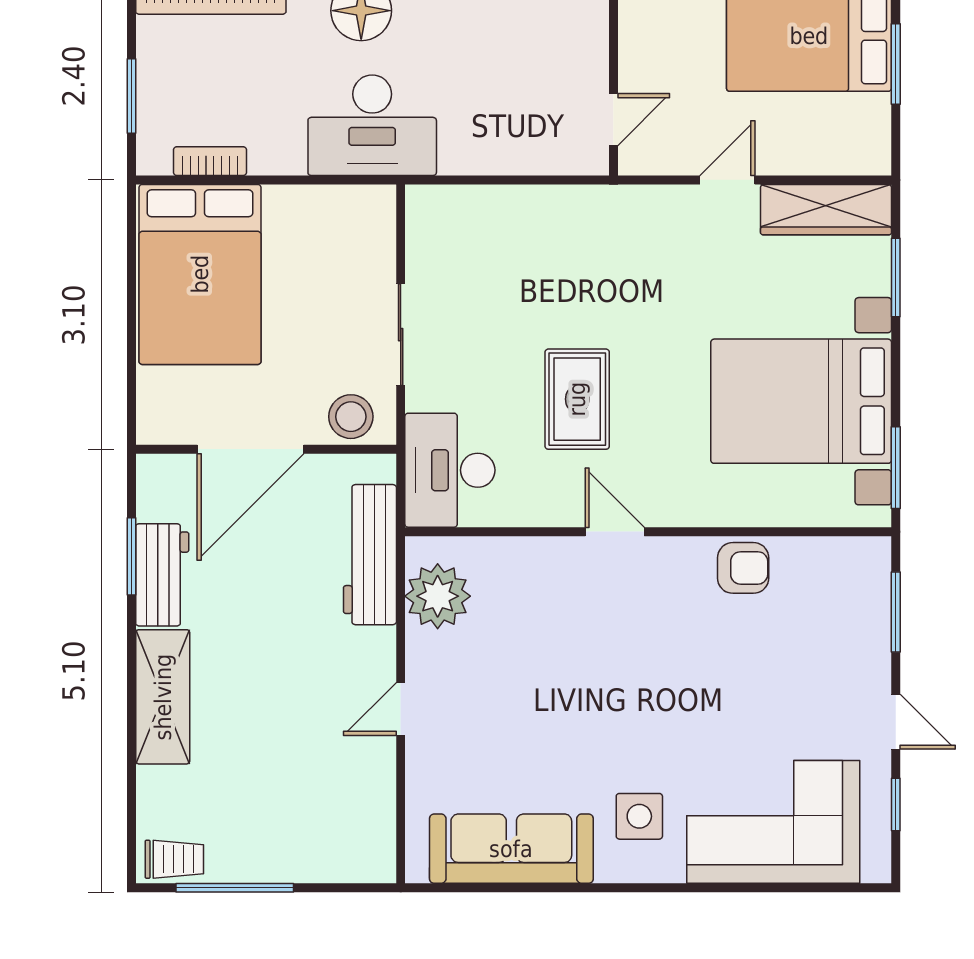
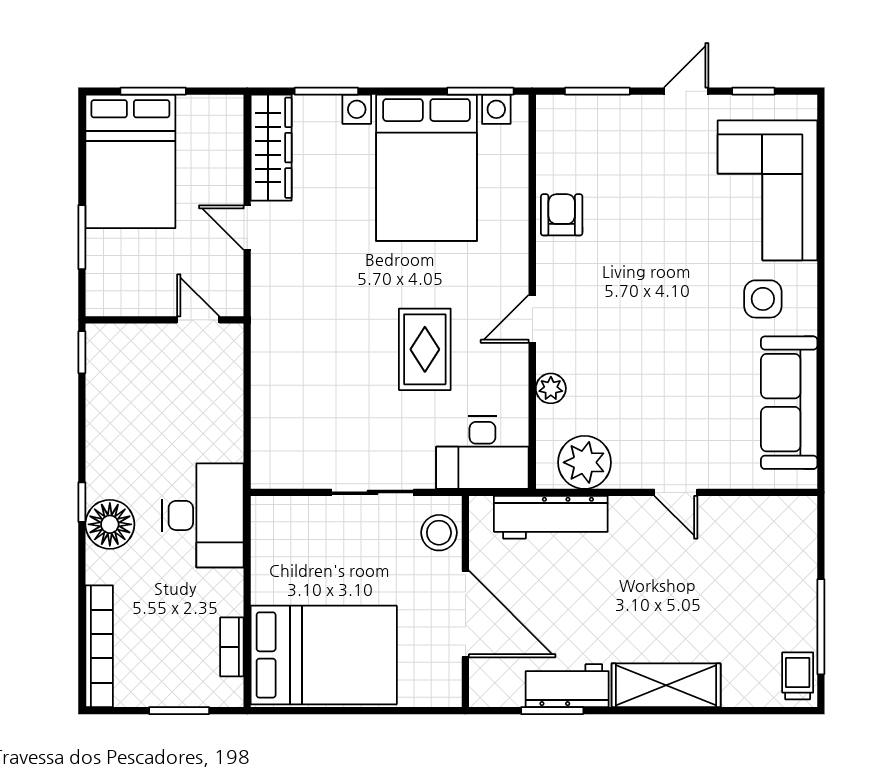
rug: (577, 399) -> (425, 349), turned 90
plant: (529, 555) -> (551, 388), added

